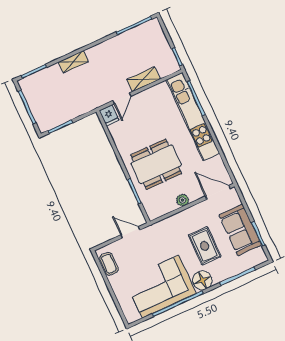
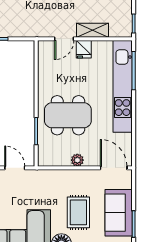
fridge: (109, 115) -> (84, 49), moved

